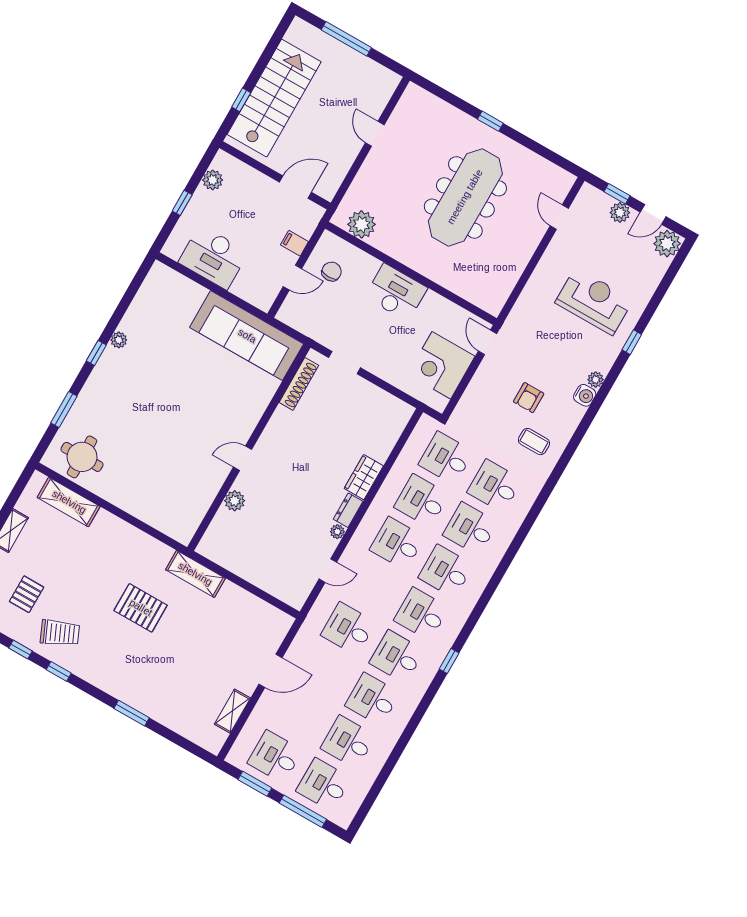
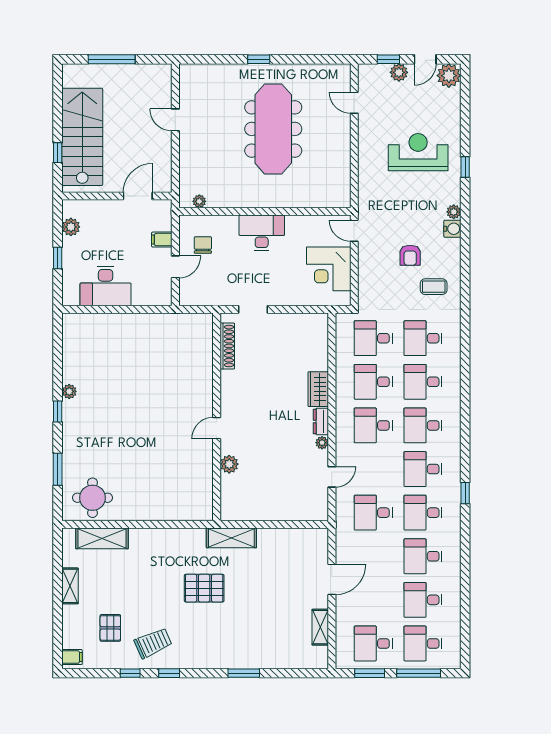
plant: (361, 224) -> (199, 201), width x0.53, depth x0.53
sofa: (247, 336) -> (166, 332), removed

